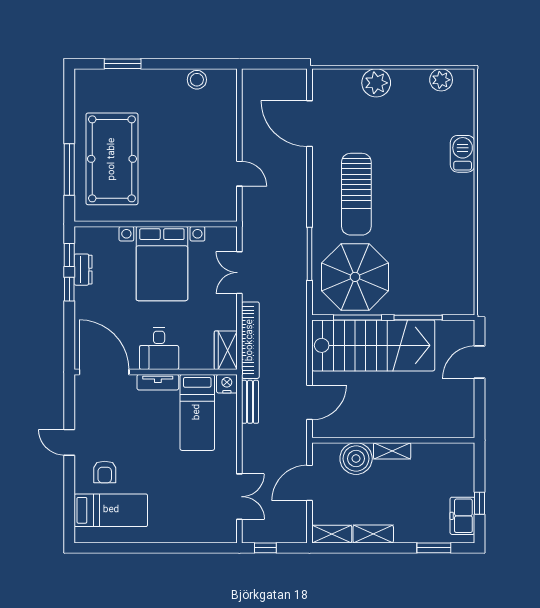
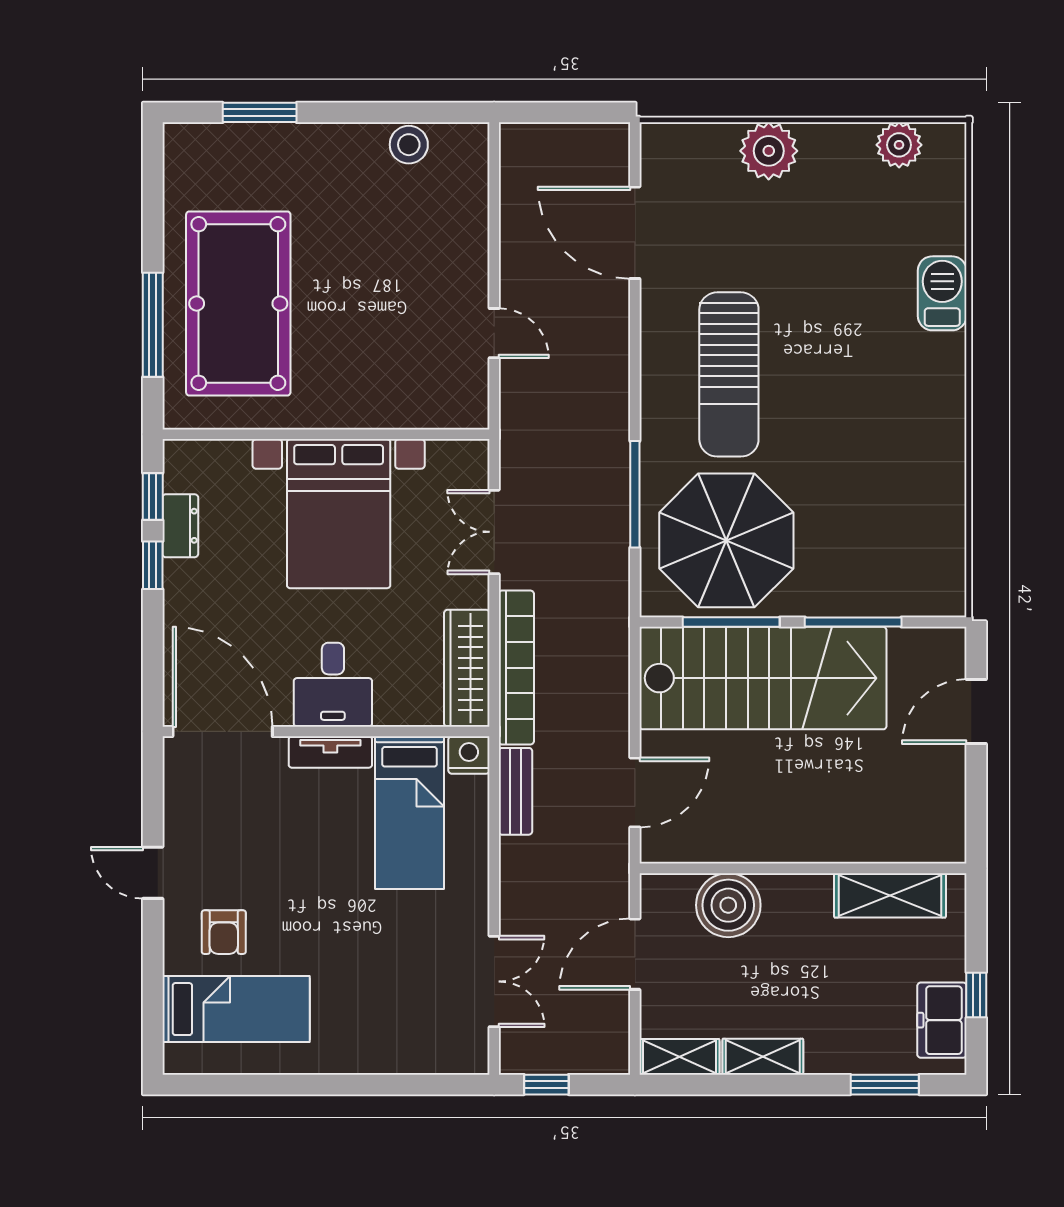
wardrobe: (226, 350) -> (467, 668), width x1.50
shelving: (392, 451) -> (890, 895), moved, width x1.50, depth x1.33

